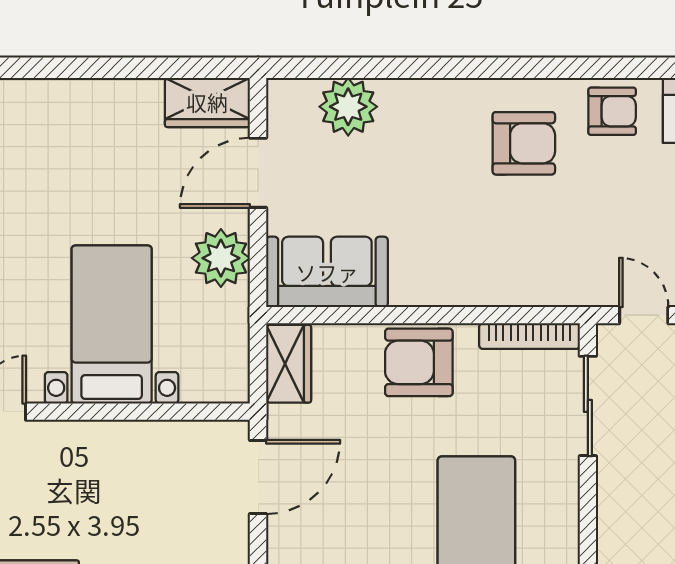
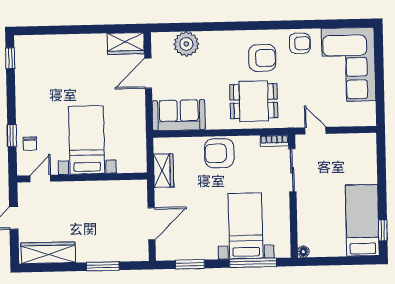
dining table: (502, 243) -> (254, 101), added
plant: (221, 258) -> (133, 110), removed
bookcase: (529, 336) -> (274, 141), width x0.64
wardrobe: (289, 364) -> (164, 171), moved
door: (258, 477) -> (152, 224), moved

